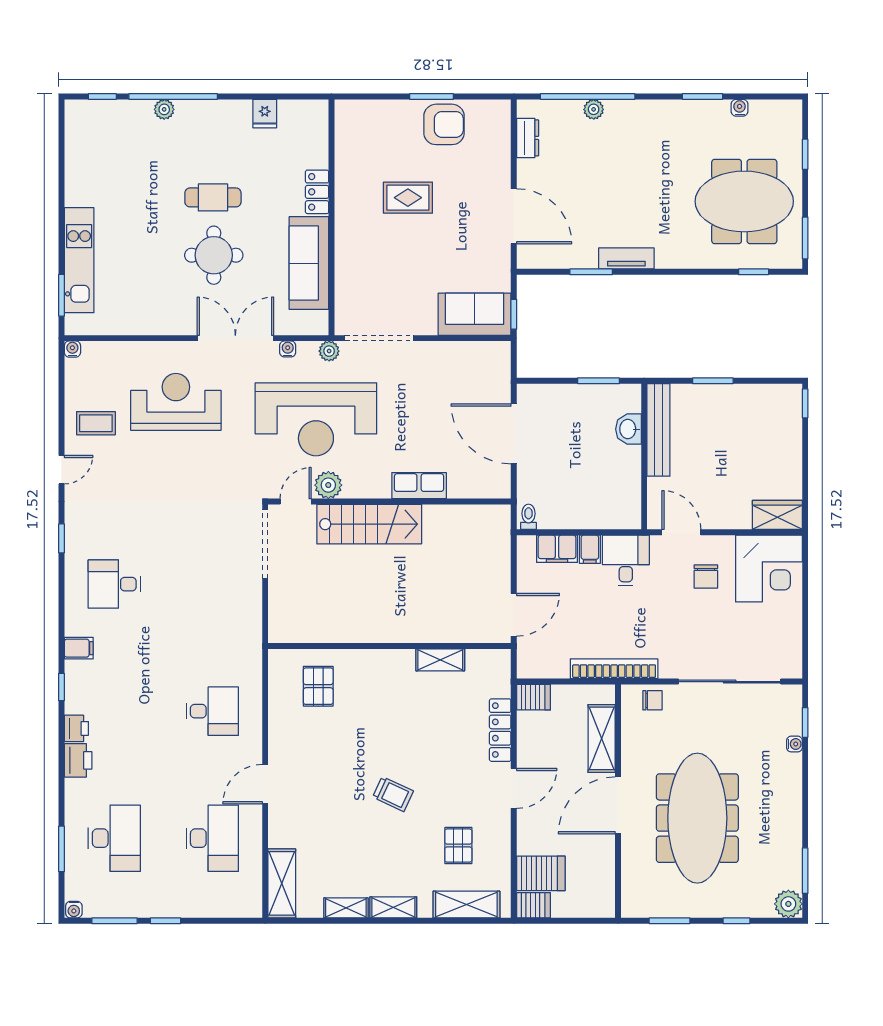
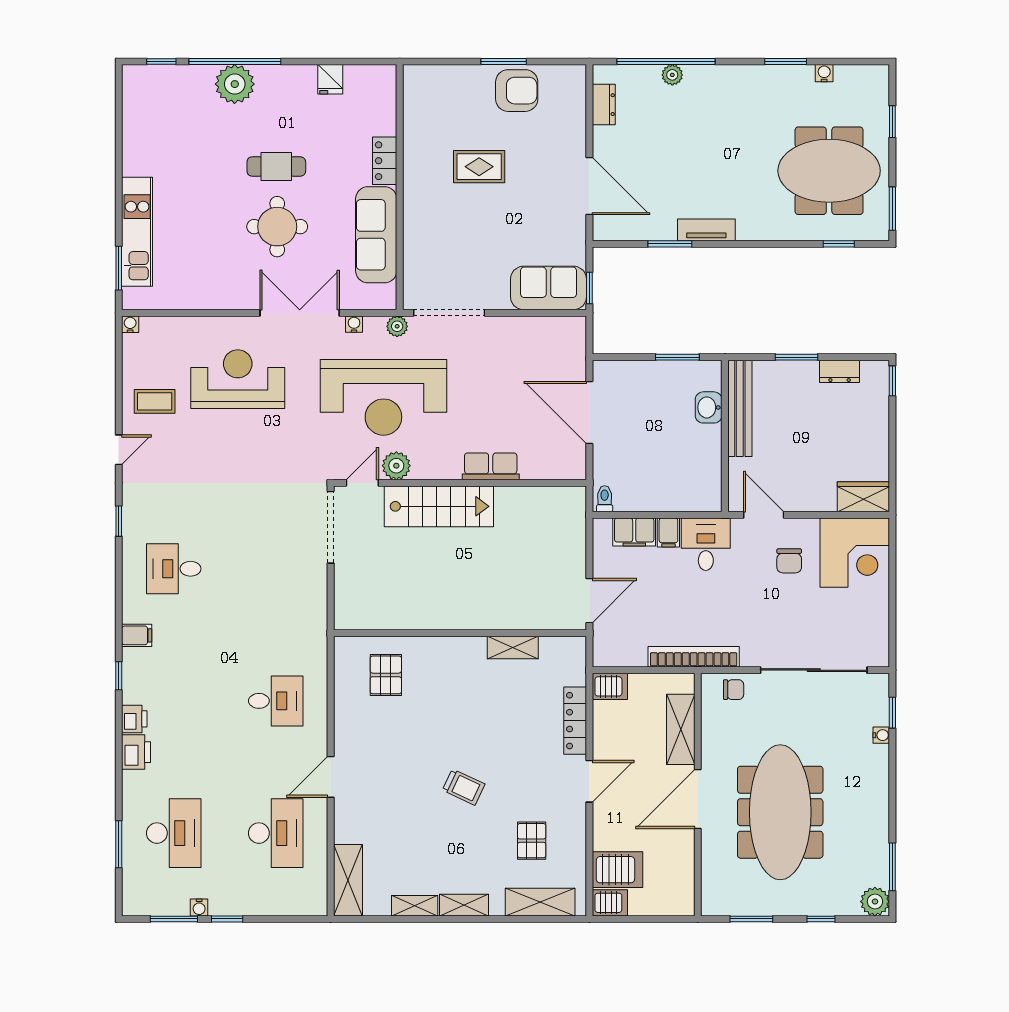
plant: (164, 109) -> (235, 84), width x1.87, depth x1.87
dresser: (754, 394) -> (840, 371), added
water cooler: (74, 910) -> (199, 907), moved

